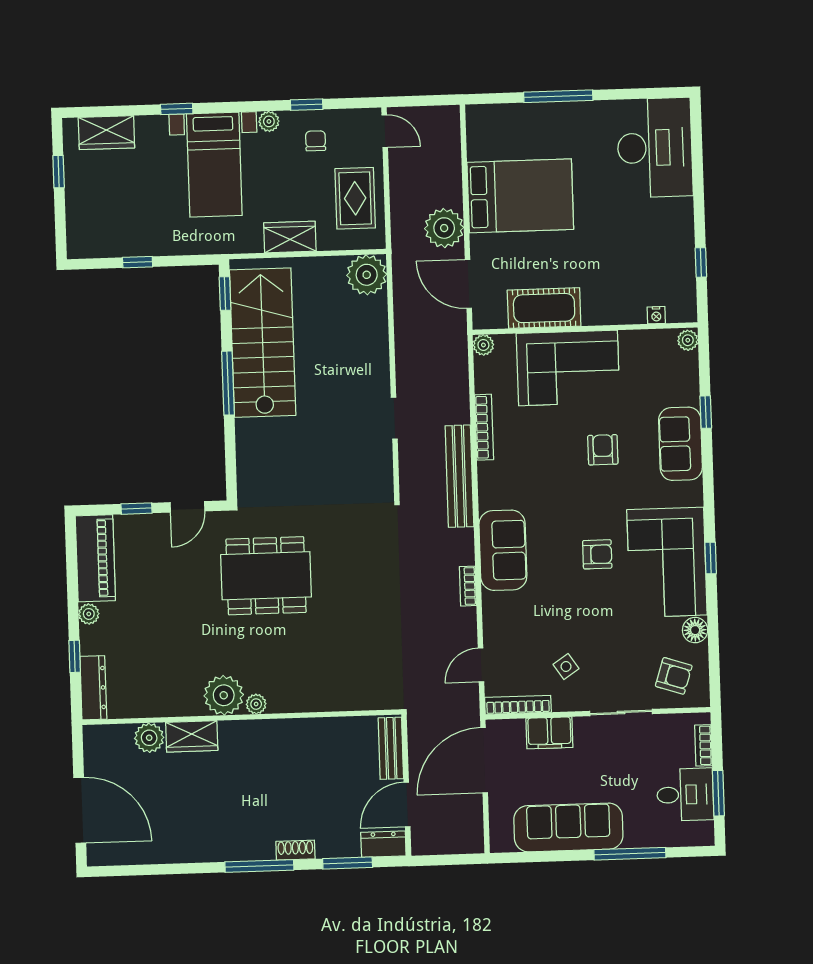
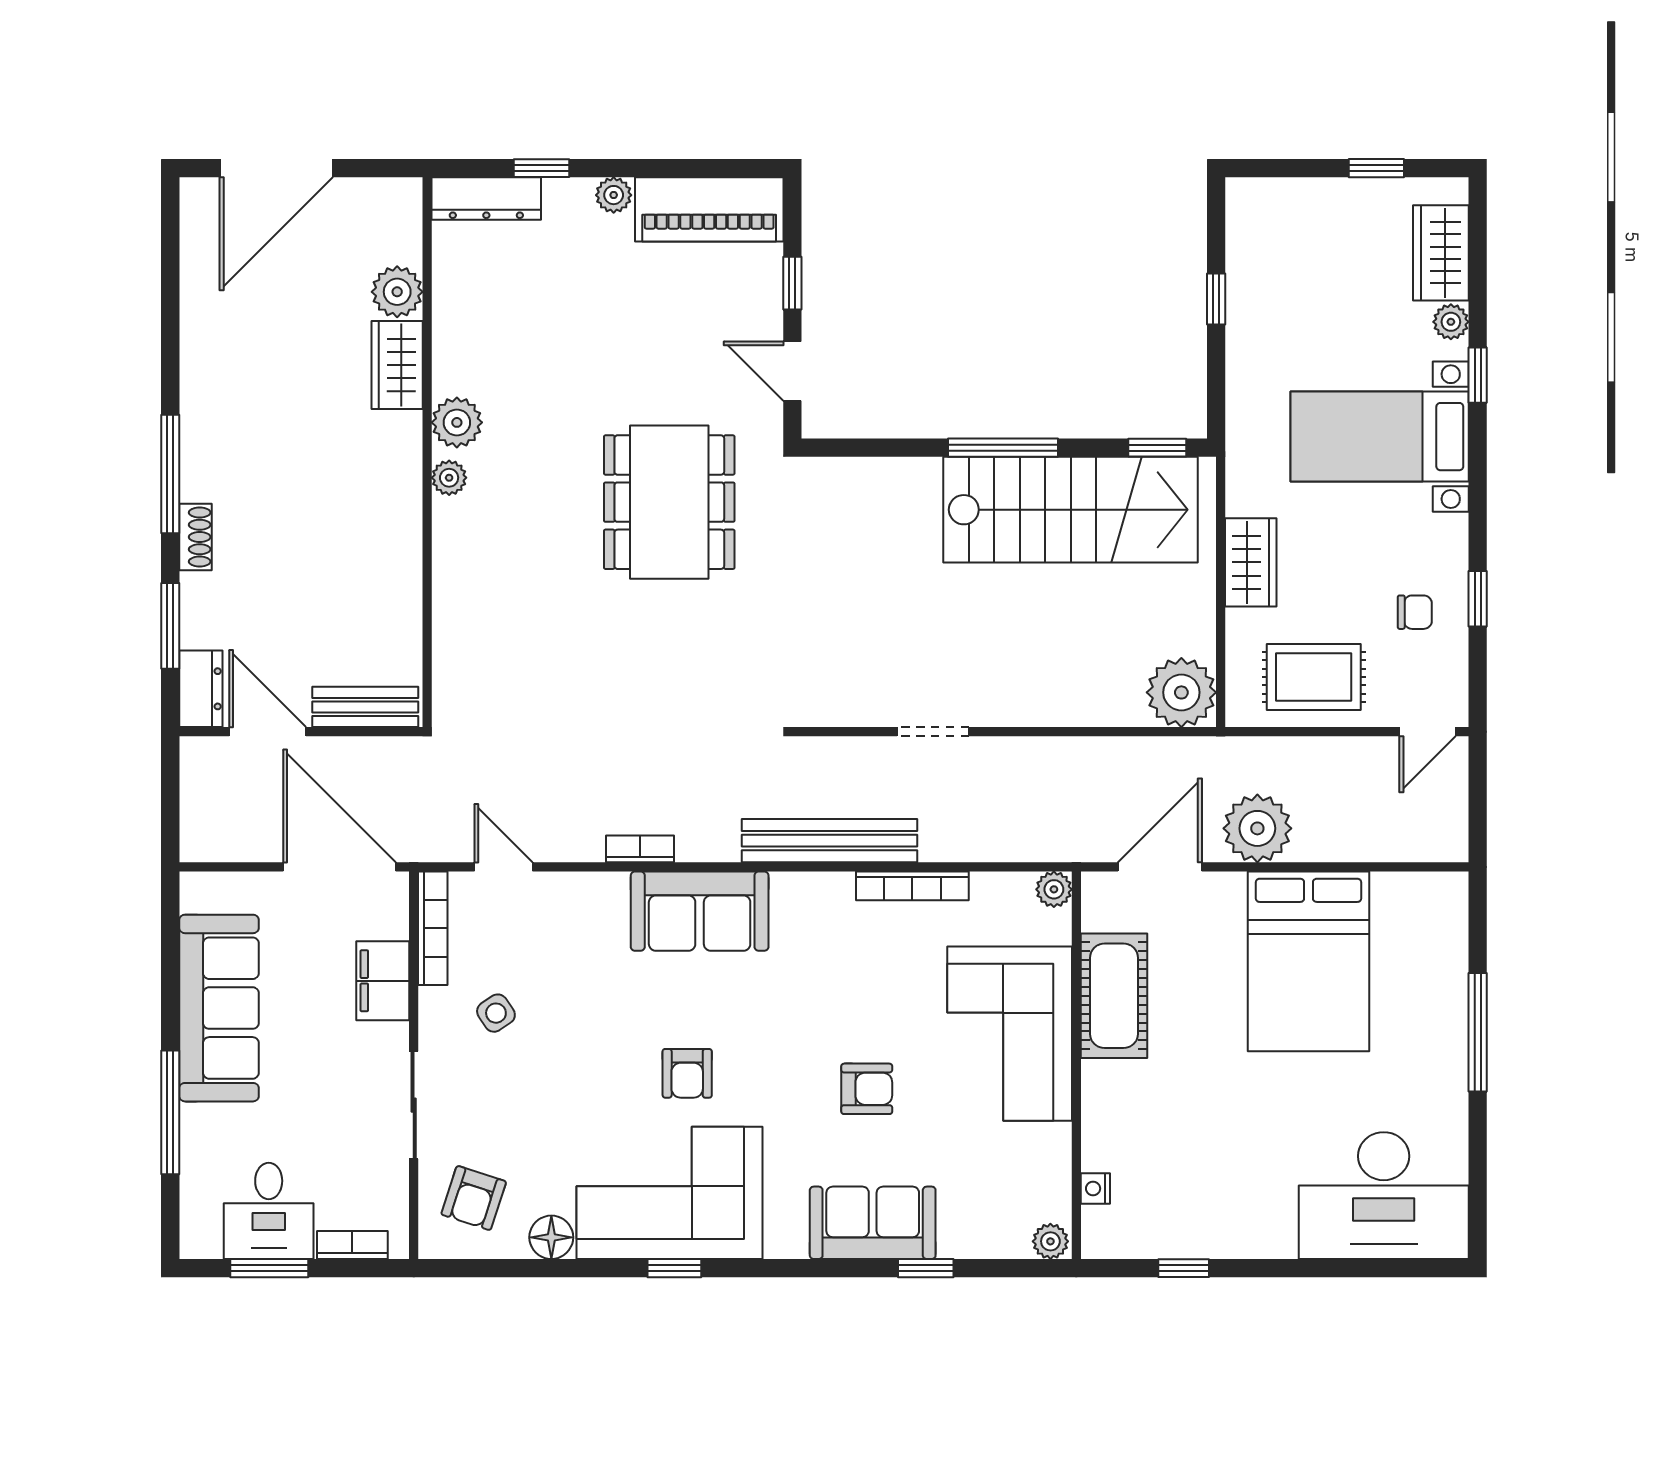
plant: (269, 121) -> (1451, 322), moved
plant: (224, 695) -> (457, 422), width x0.73, depth x0.73

